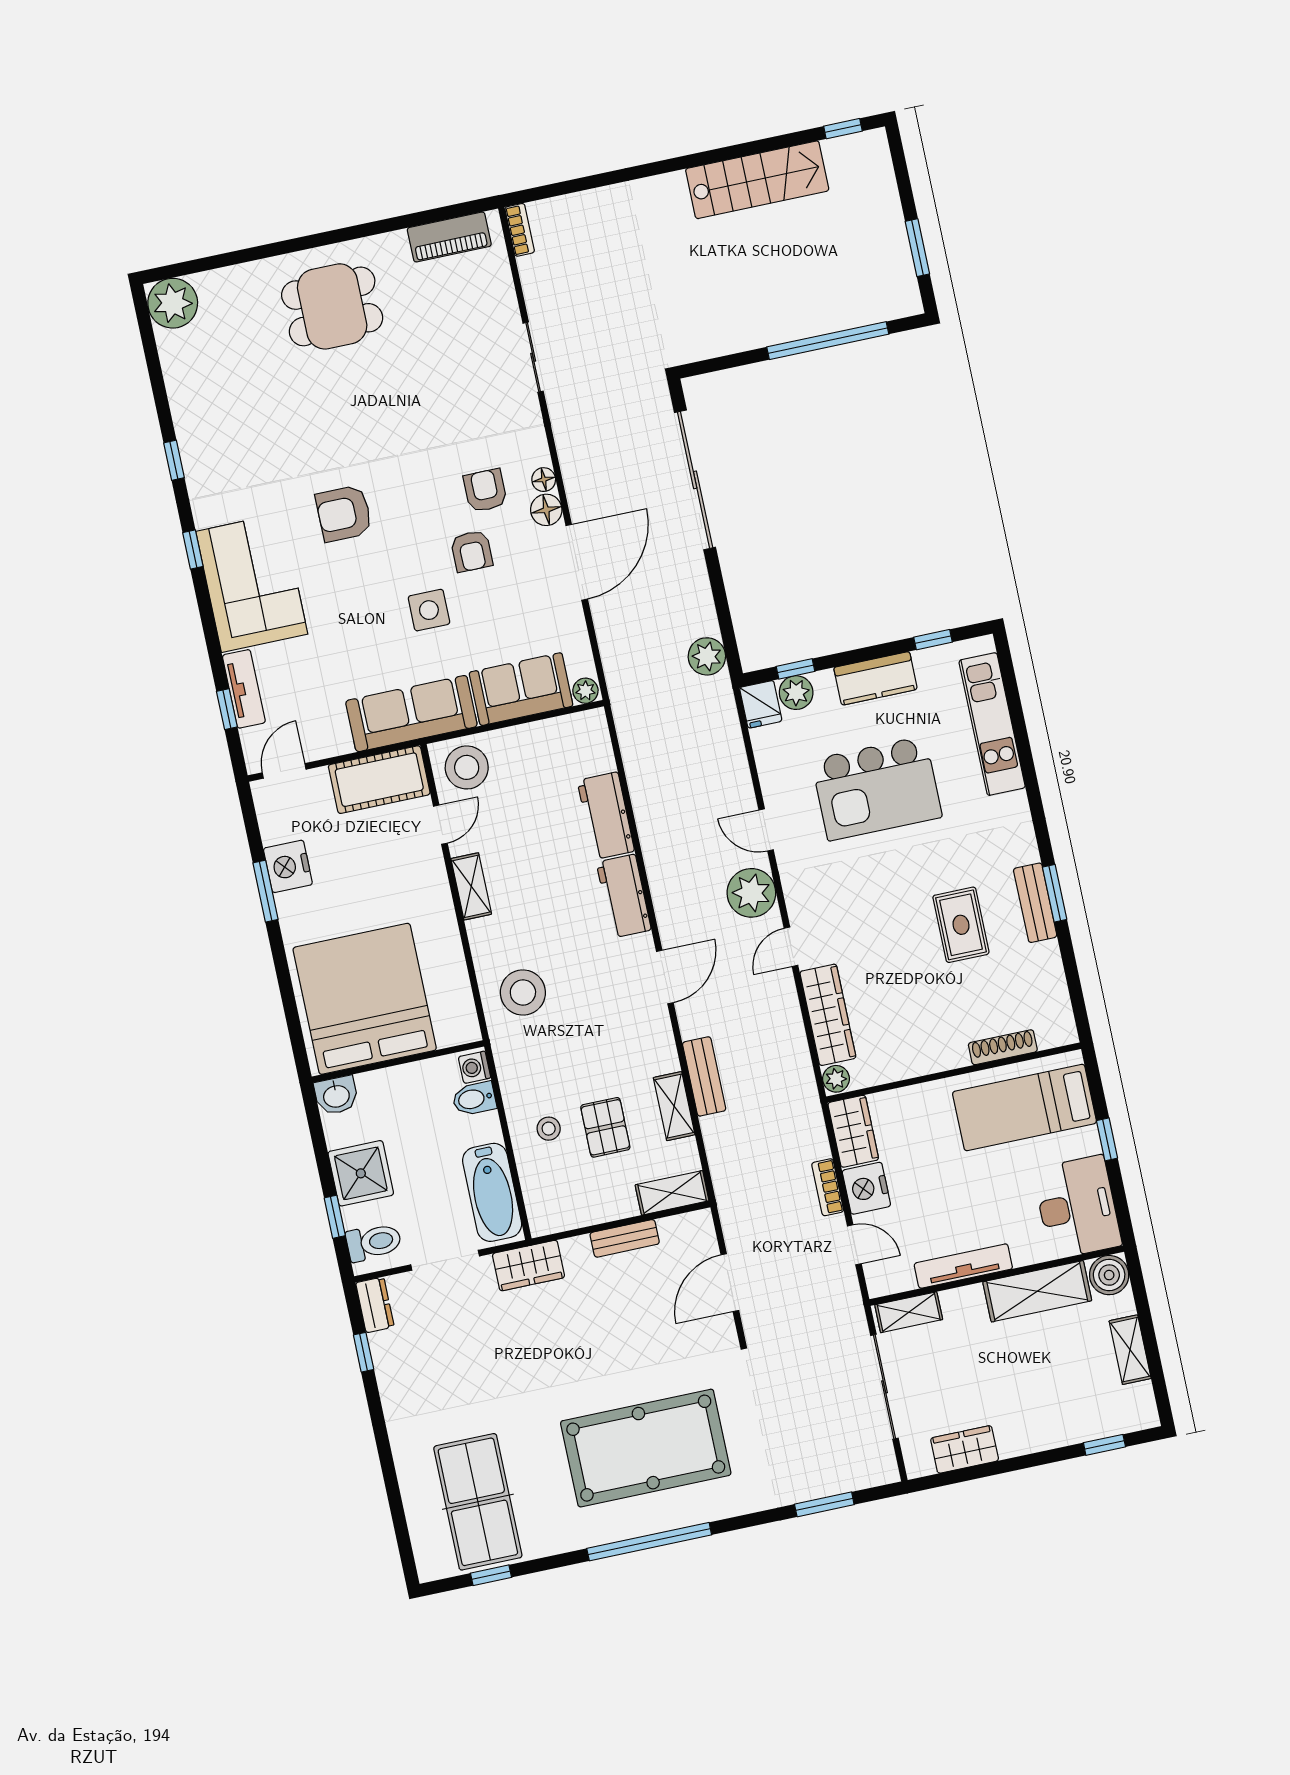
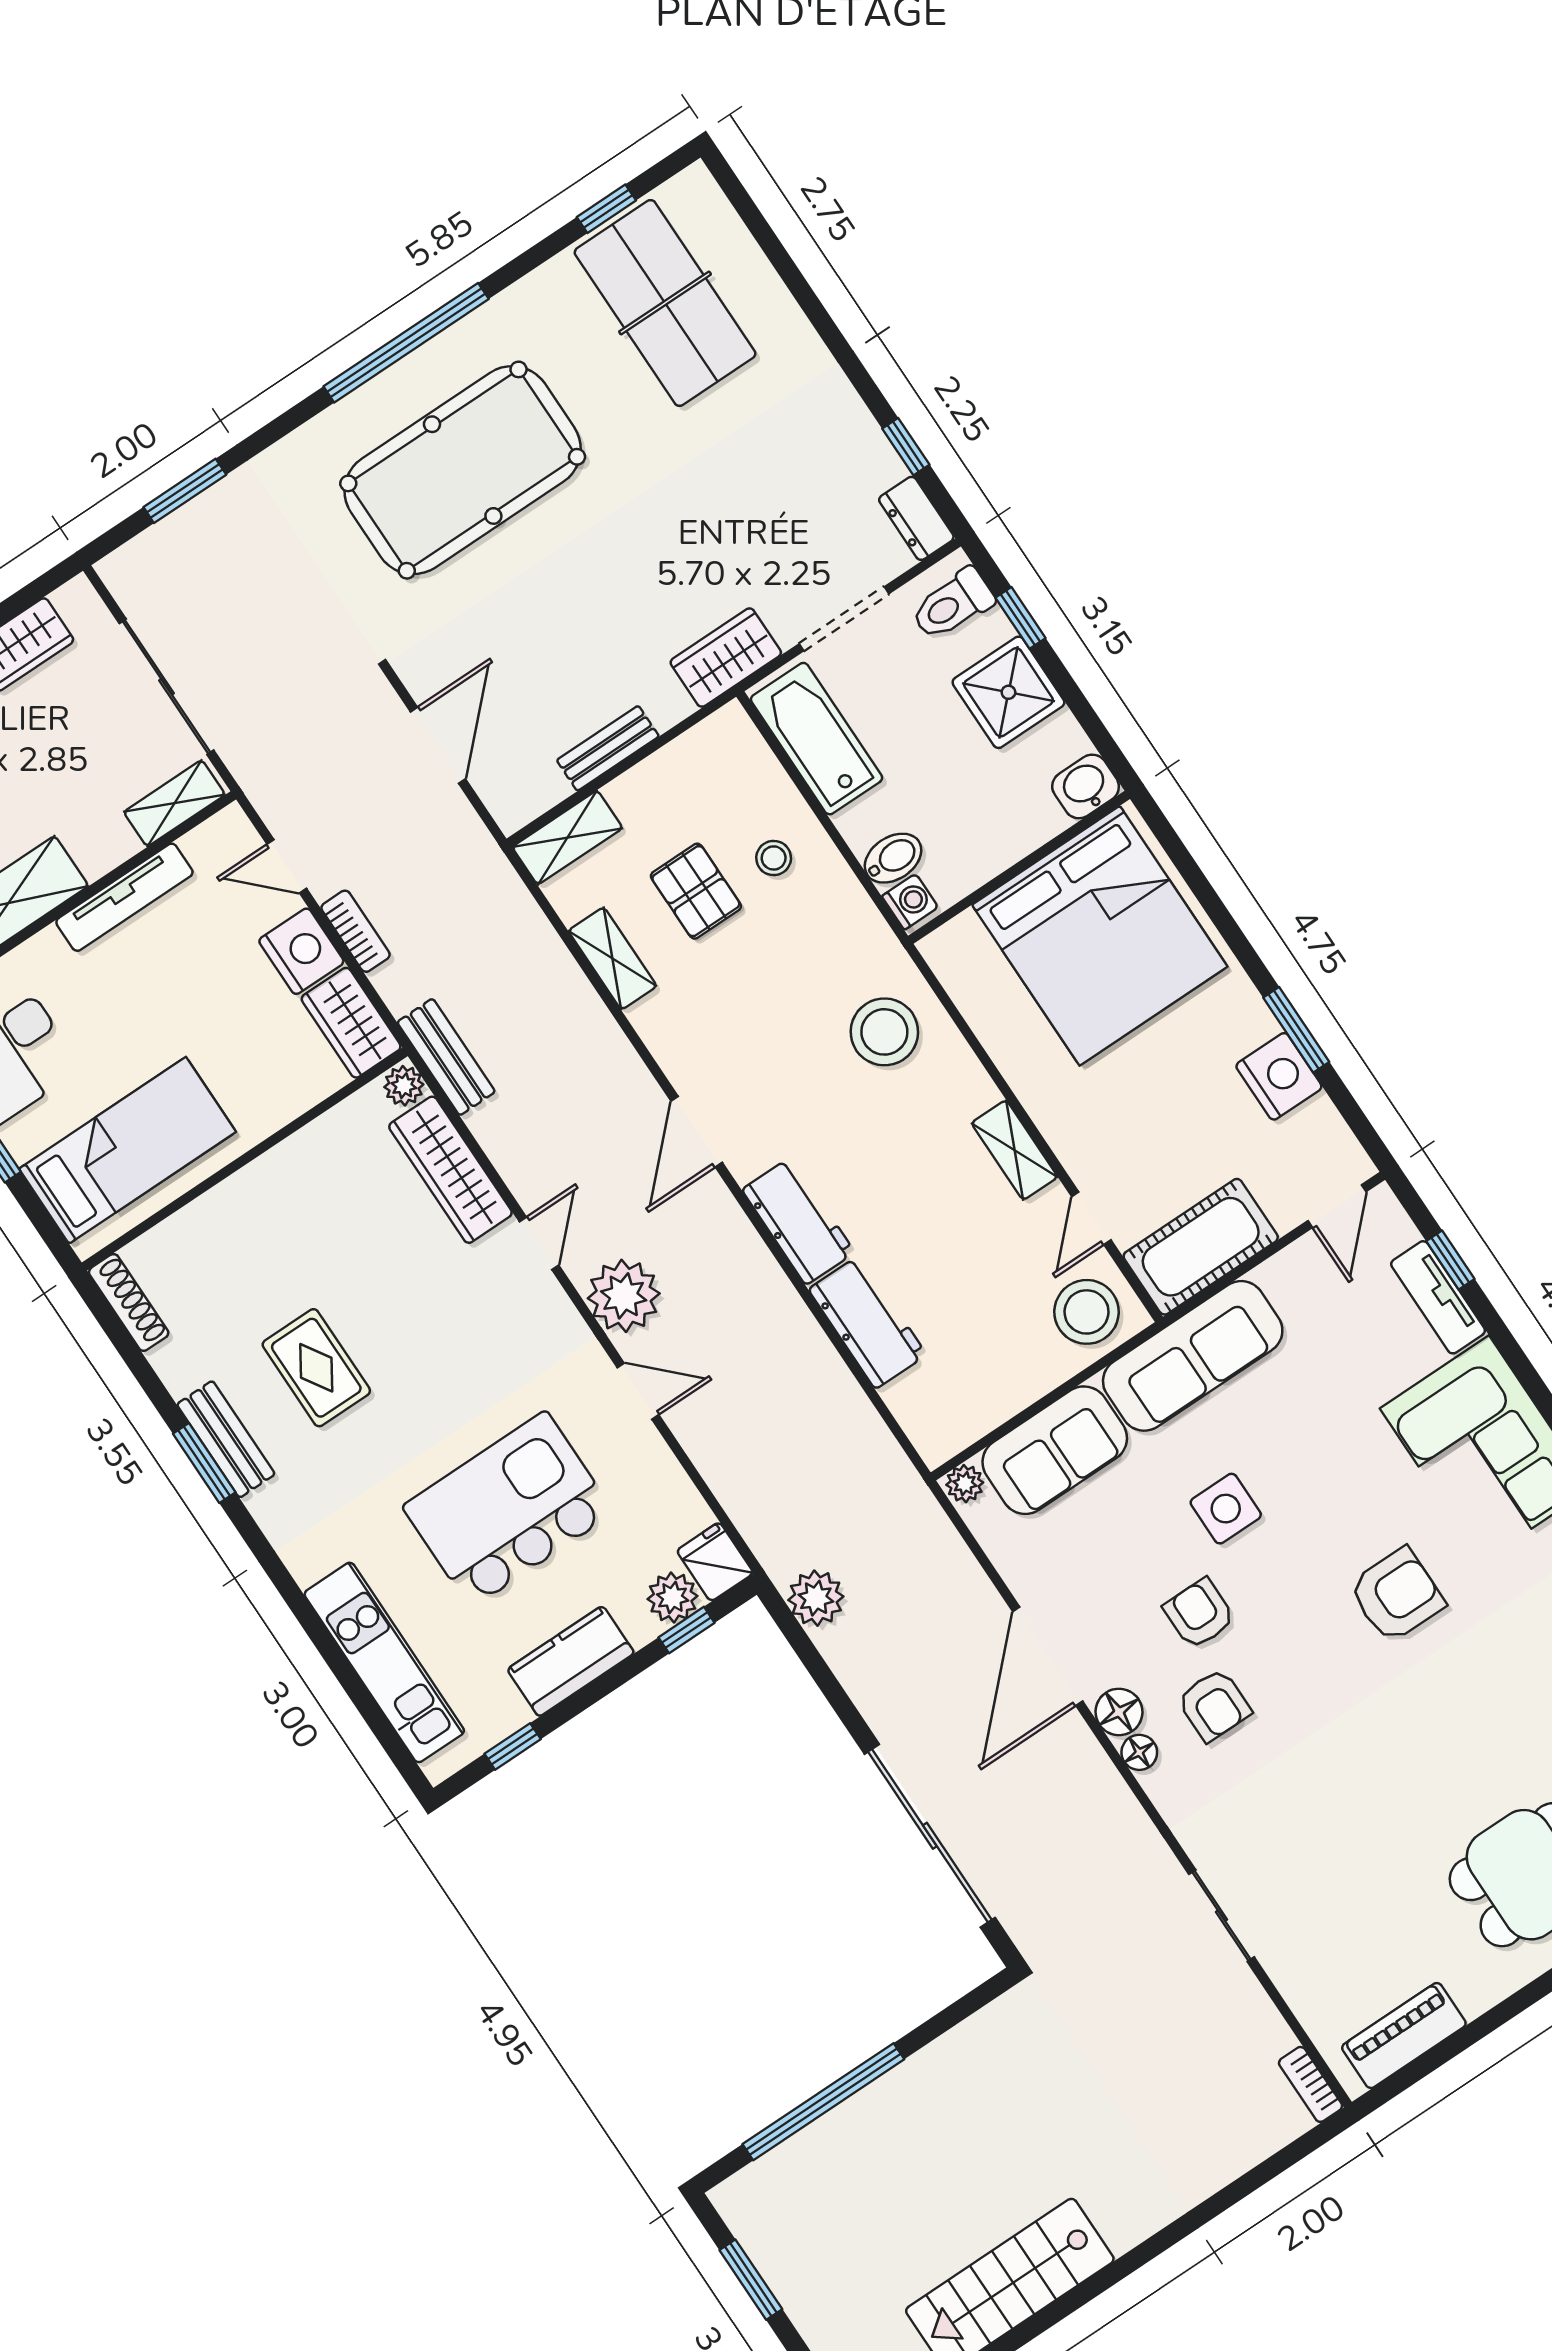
shoe rack: (1003, 1047) -> (129, 1302), moved, turned -90
bench: (704, 1076) -> (446, 1057), moved

